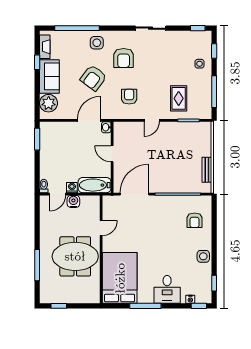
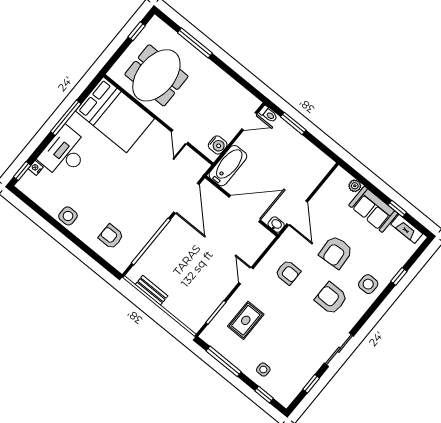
window: (77, 28) -> (399, 276), width x0.32
window: (198, 28) -> (311, 384), moved
armchair: (93, 78) -> (336, 252), turned -131
rug: (179, 98) -> (246, 320), turned 90
plant: (49, 103) -> (355, 186), width x0.53, depth x0.53
window: (37, 139) -> (293, 123), moved
door: (112, 154) -> (245, 209), width x1.88
washing machine: (72, 188) -> (244, 141), removed
door: (58, 194) -> (249, 121), swing flipped
water cooler: (73, 201) -> (218, 145), moved
meeting table: (75, 256) -> (156, 75), moved
window: (214, 283) -> (32, 205), removed
desk: (167, 289) -> (65, 153), width x1.37

